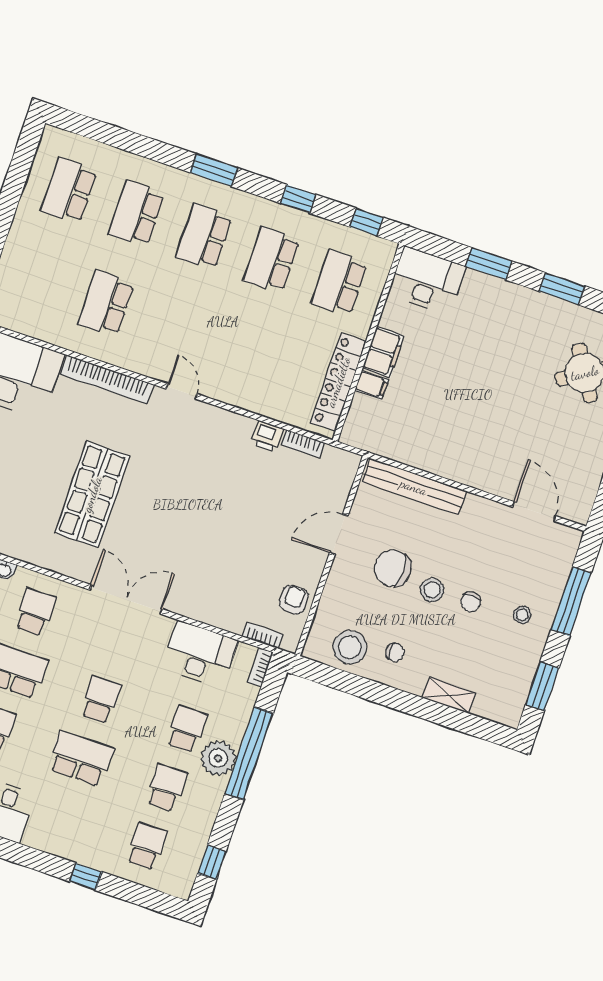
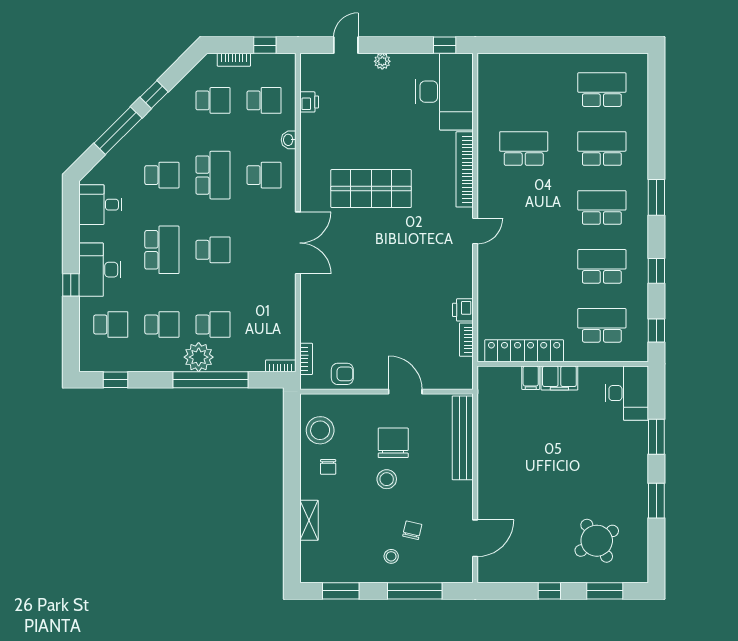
chair: (471, 602) -> (412, 530), moved, turned 103
desk: (200, 654) -> (100, 270), moved, turned 180

